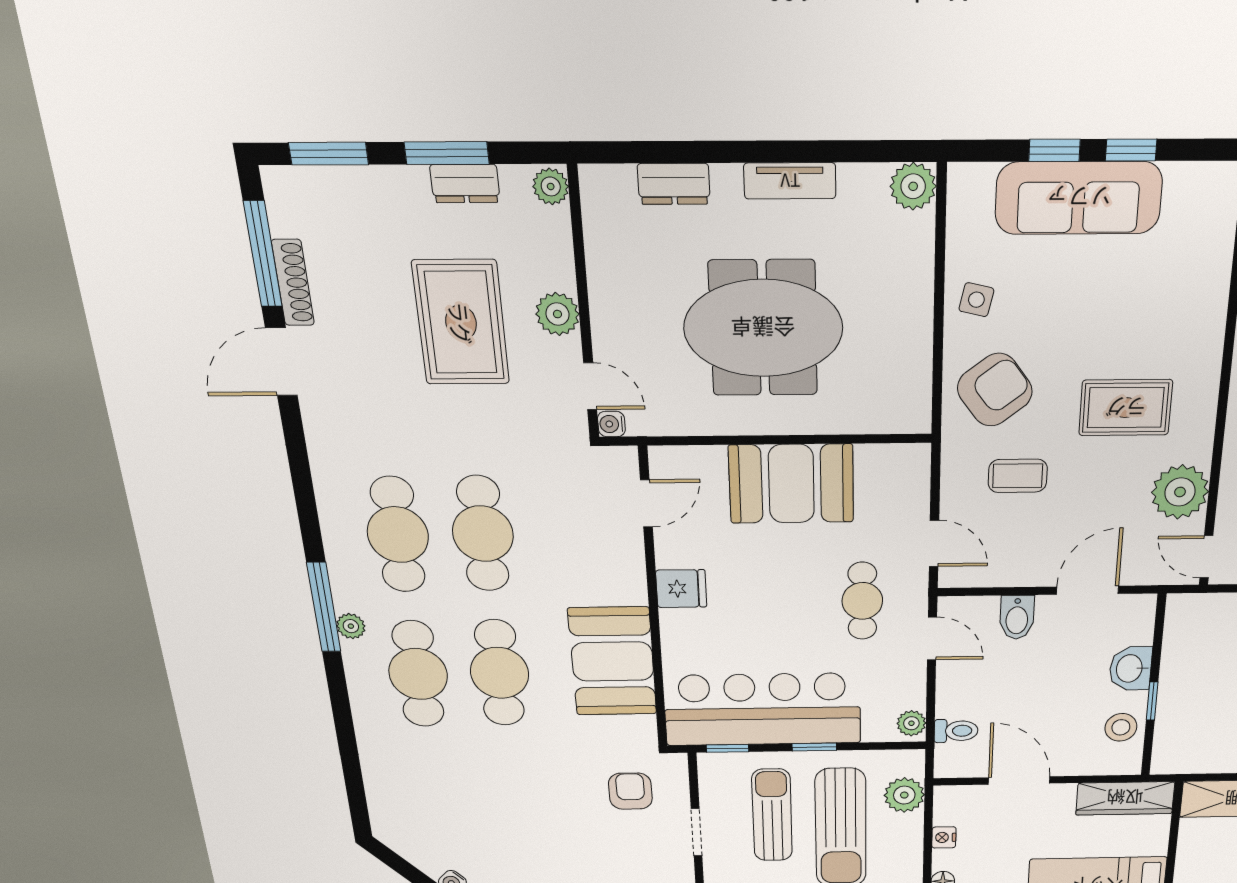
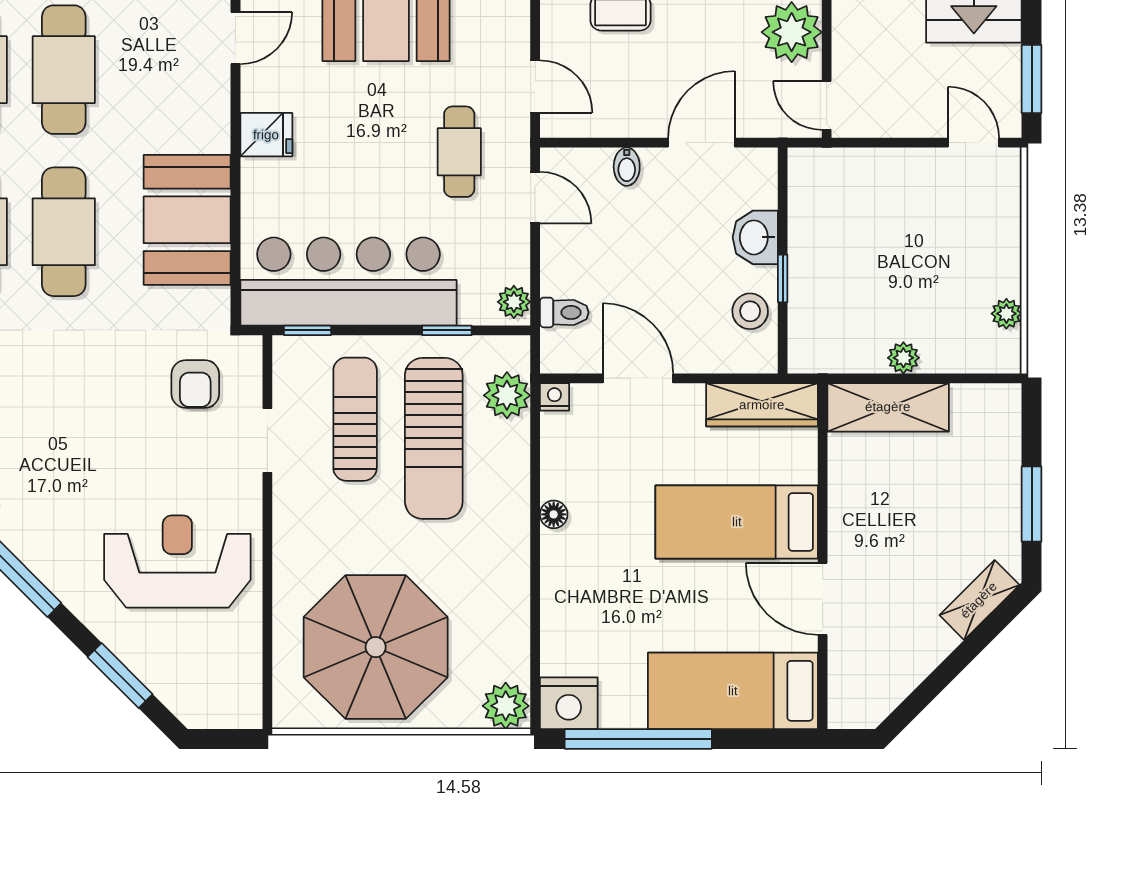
bidet: (1017, 617) -> (627, 167), width x0.72, depth x0.74
window: (814, 747) -> (447, 330), moved
armchair: (630, 791) -> (195, 384), turned 180
nightstand: (944, 837) -> (554, 397), moved, turned 90

